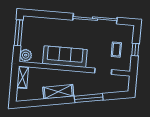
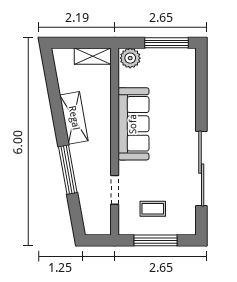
window: (135, 50) -> (156, 240), width x2.17

